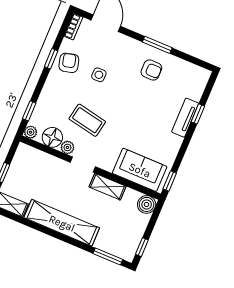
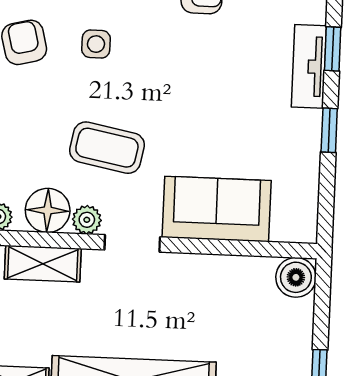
sofa: (140, 170) -> (217, 209), moved
window: (170, 181) -> (329, 130), moved
shelving: (108, 187) -> (43, 264), moved

